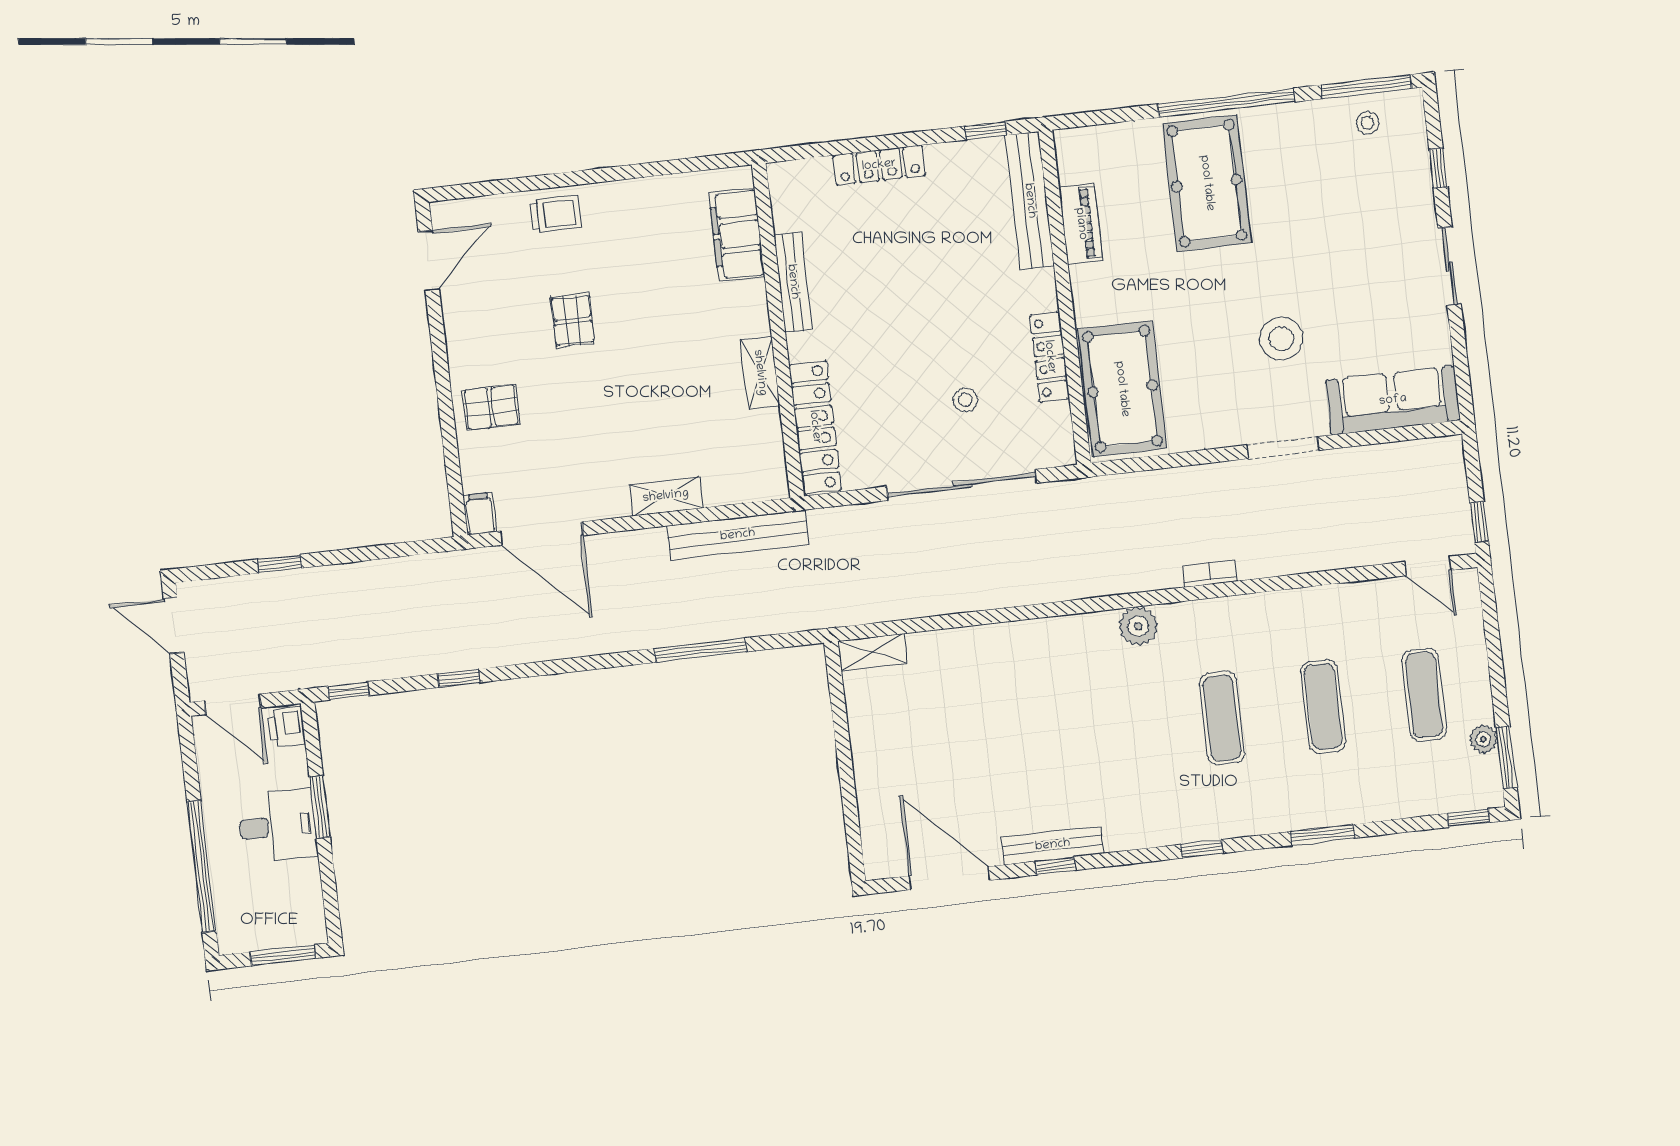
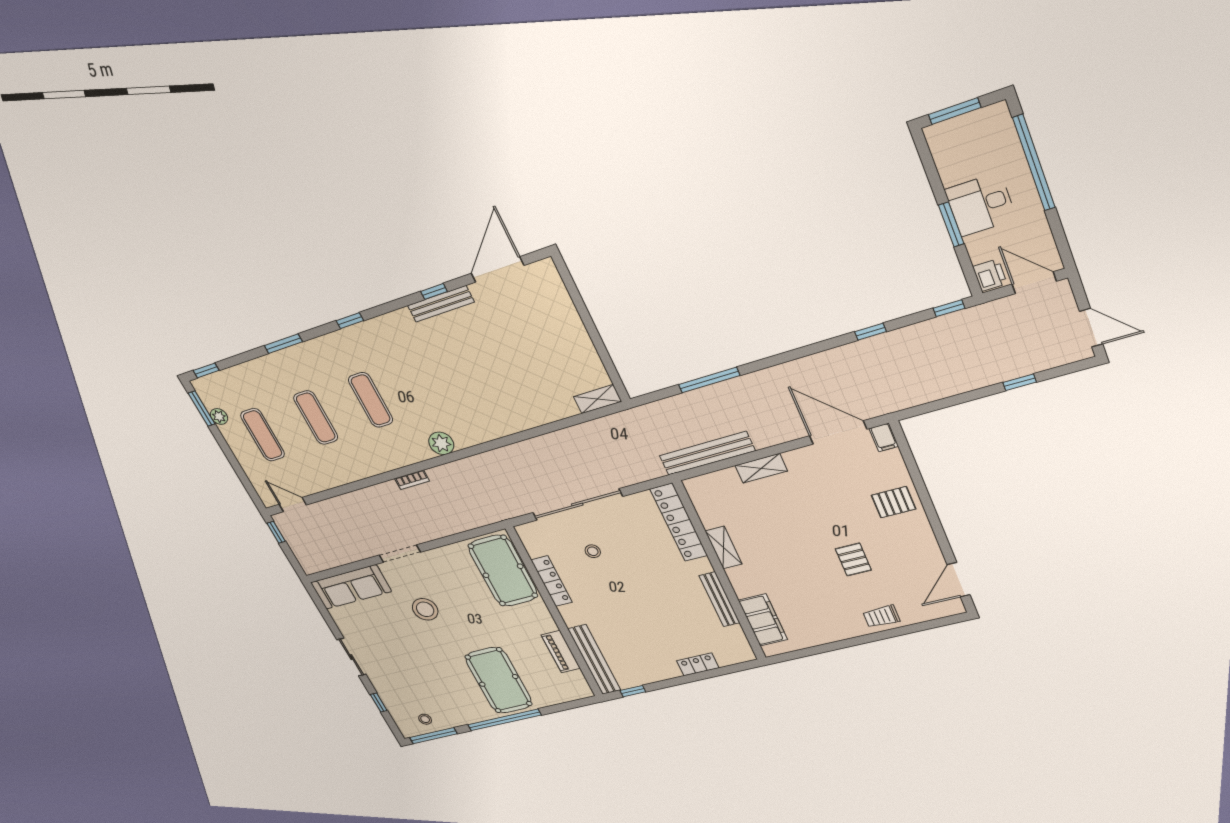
locker: (879, 165) -> (698, 664), width x0.66
door: (950, 878) -> (498, 269), swing flipped

